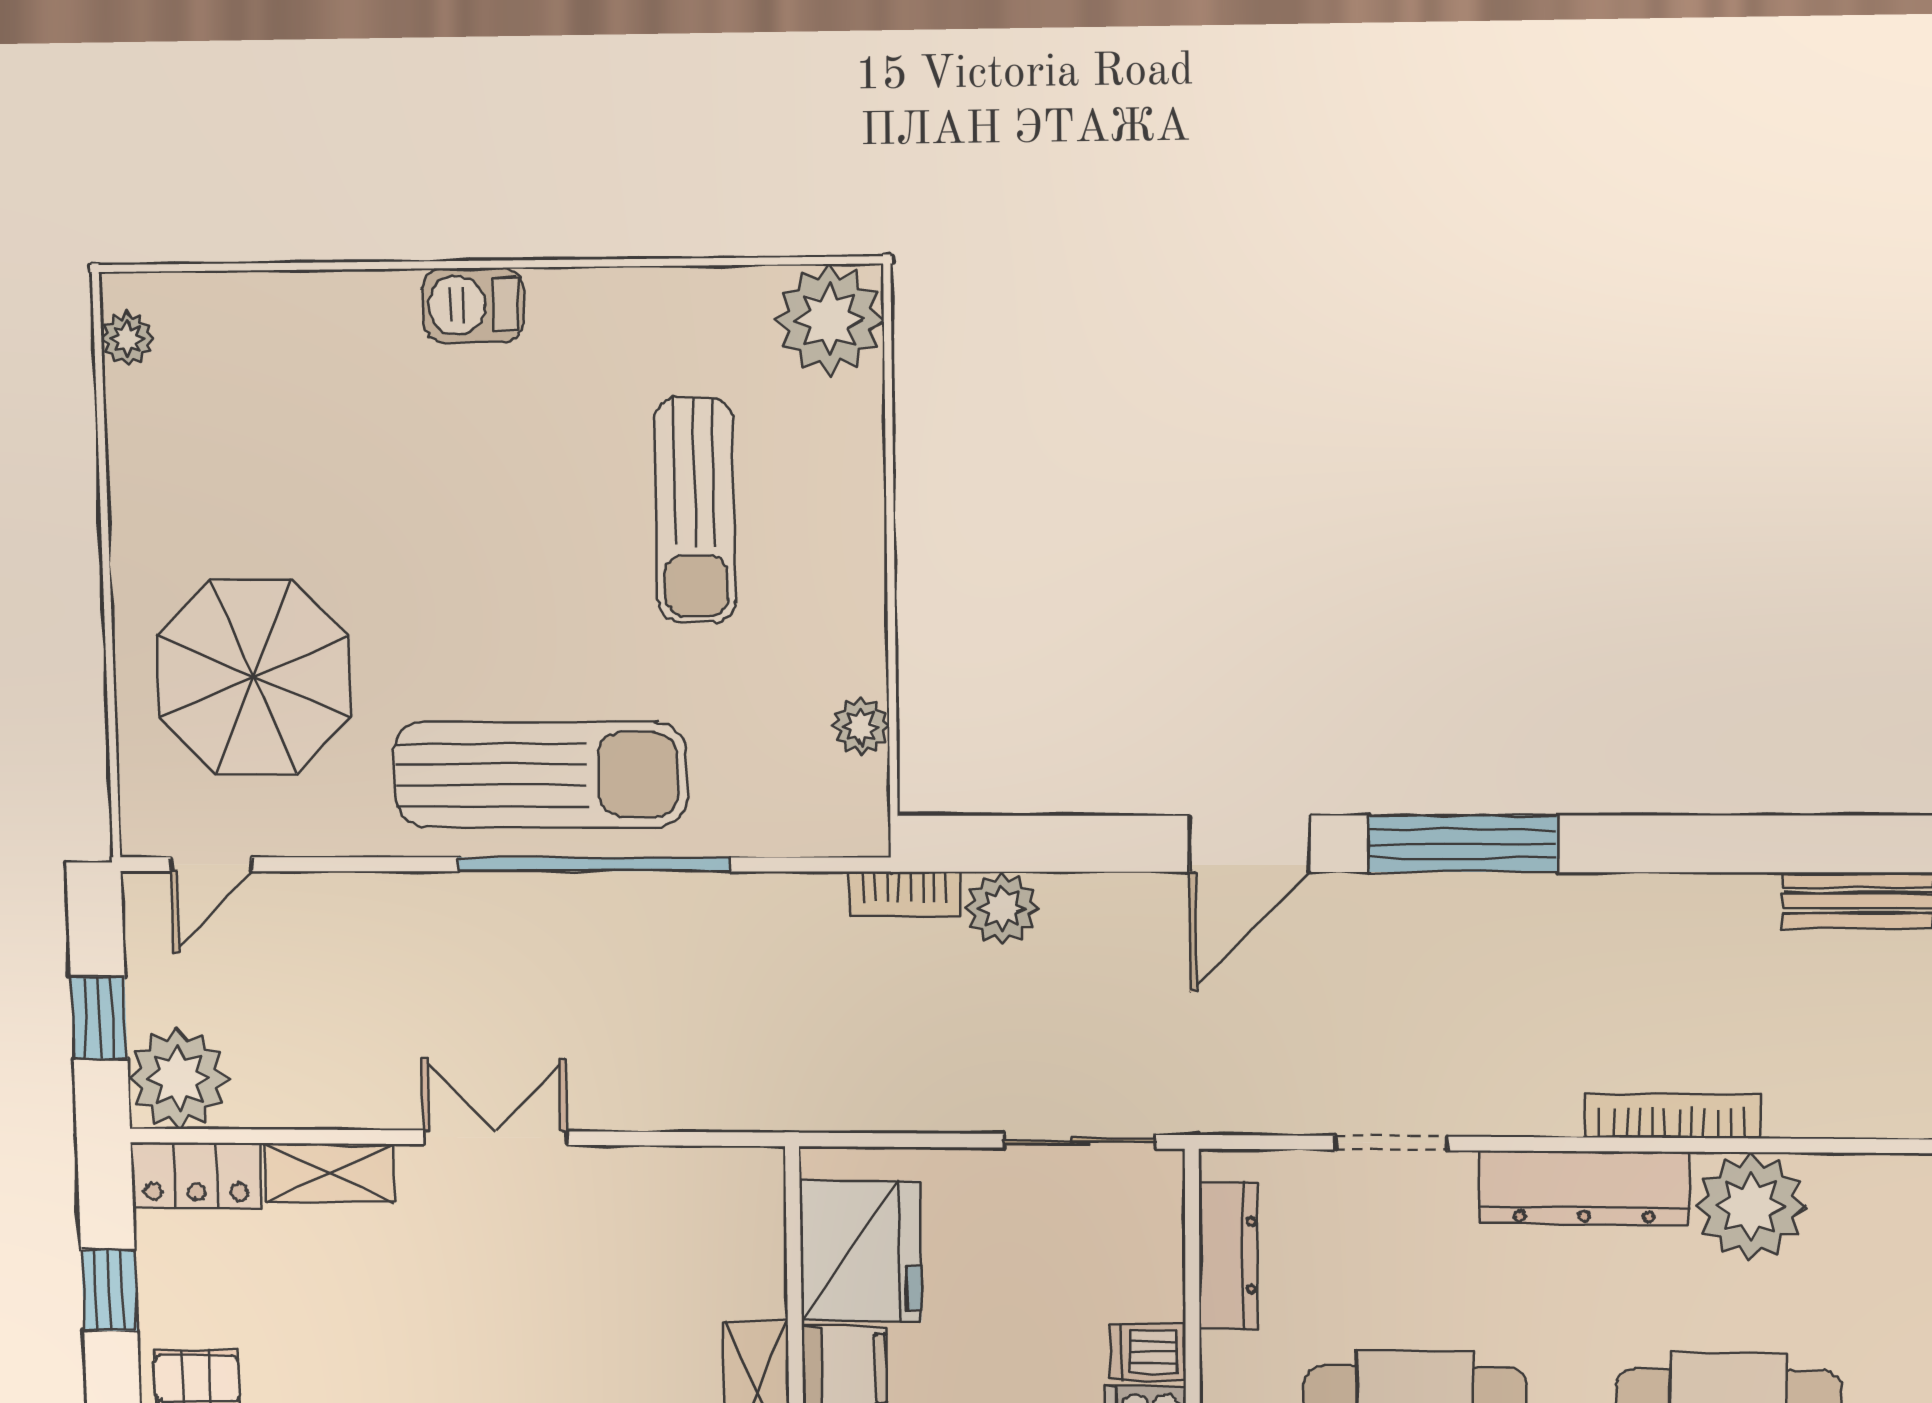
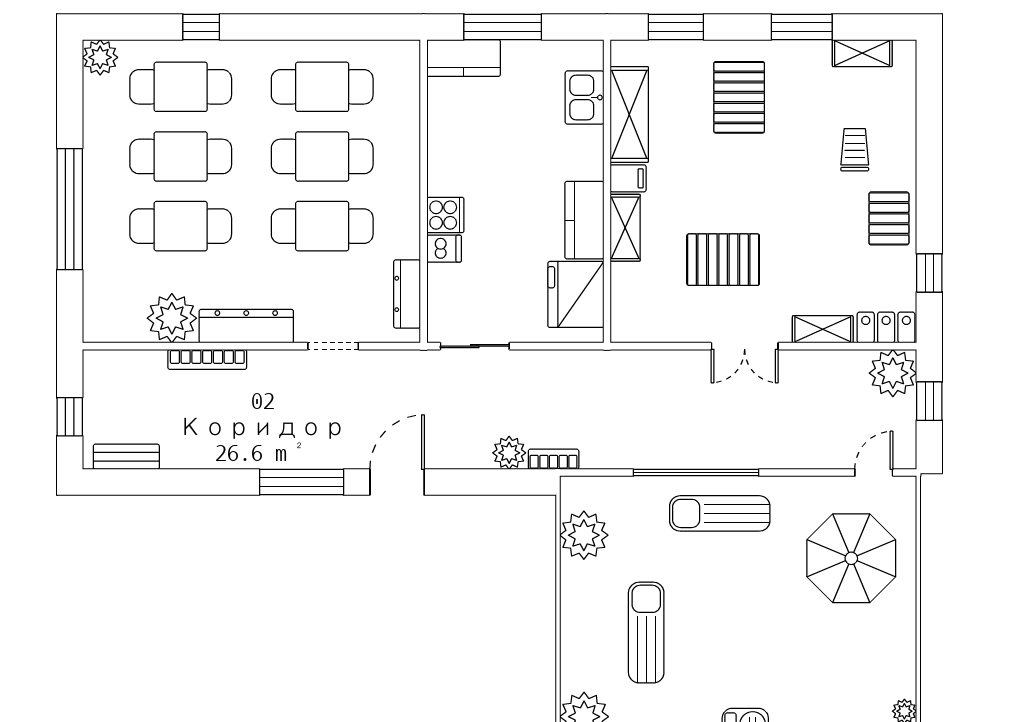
plant: (861, 726) -> (584, 535), width x1.88, depth x1.88
sun lounger: (540, 775) -> (720, 513), width x0.73, depth x0.75
pallet: (546, 1322) -> (723, 260), added

